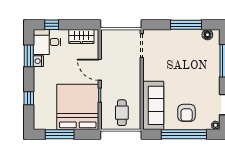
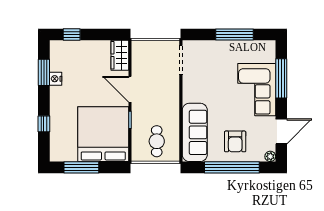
floor lamp: (207, 35) -> (260, 47), removed
wardrobe: (81, 37) -> (120, 55), moved, turned 90
desk: (47, 42) -> (66, 56), removed
corner sofa: (204, 70) -> (257, 90), added

